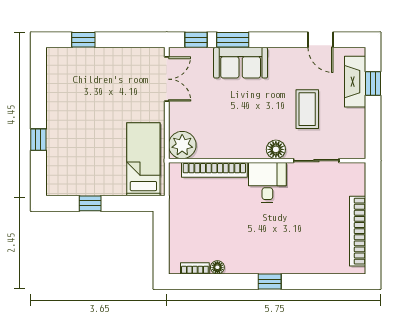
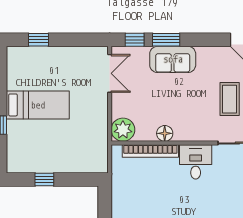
floor lamp: (276, 149) -> (165, 133), moved
bed: (143, 159) -> (38, 105), moved, turned 90

